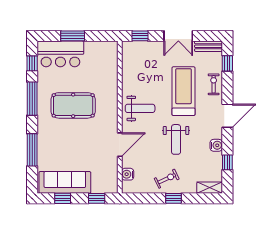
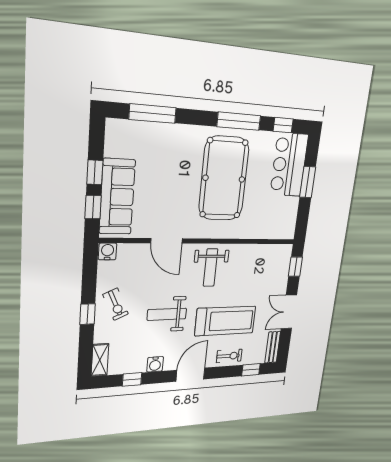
pool table: (73, 105) -> (224, 179), width x1.36, depth x1.32
door: (227, 116) -> (190, 375), swing flipped
window: (32, 150) -> (153, 114), moved
water cooler: (128, 174) -> (108, 251), moved
sofa: (65, 182) -> (117, 197), moved
window: (63, 198) -> (95, 172), moved

